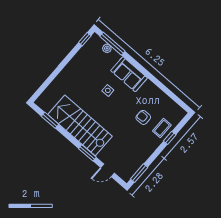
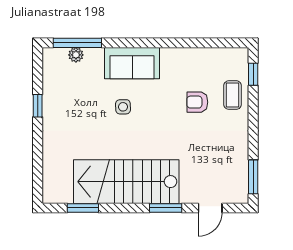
window: (85, 39) -> (38, 106), moved
window: (170, 138) -> (253, 74), moved

